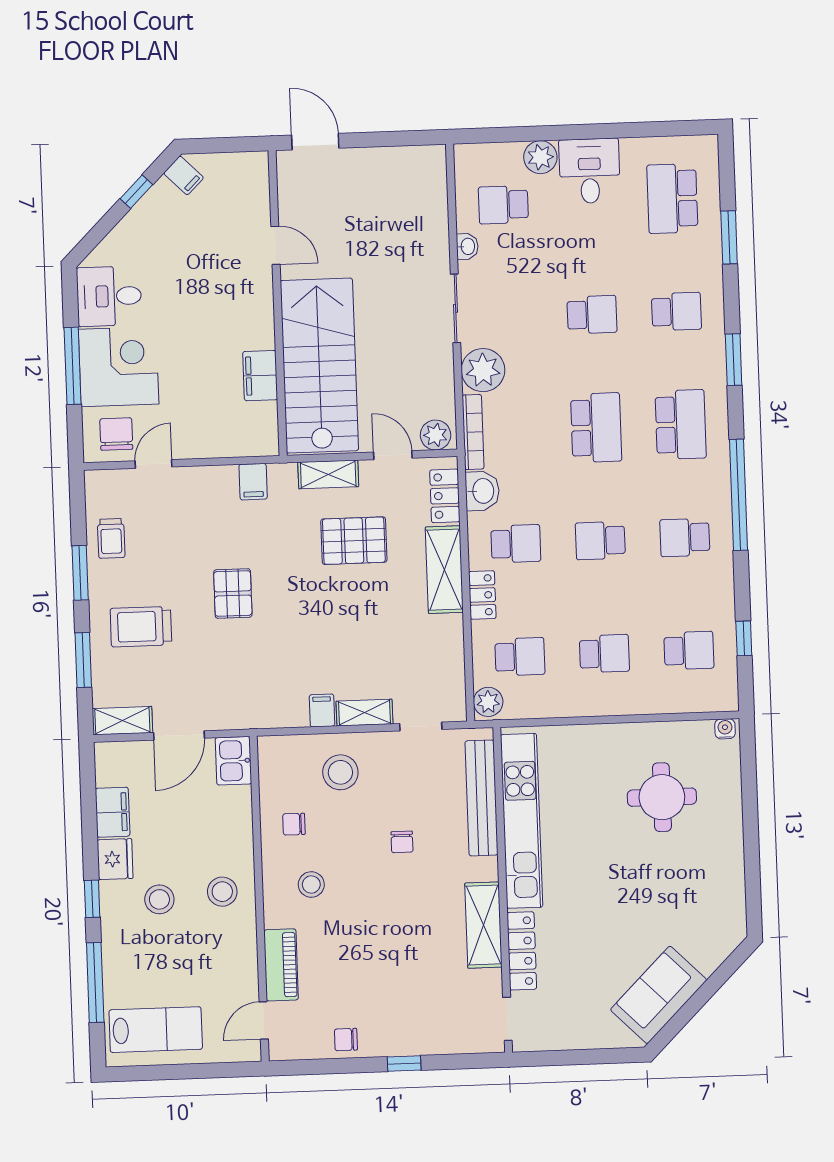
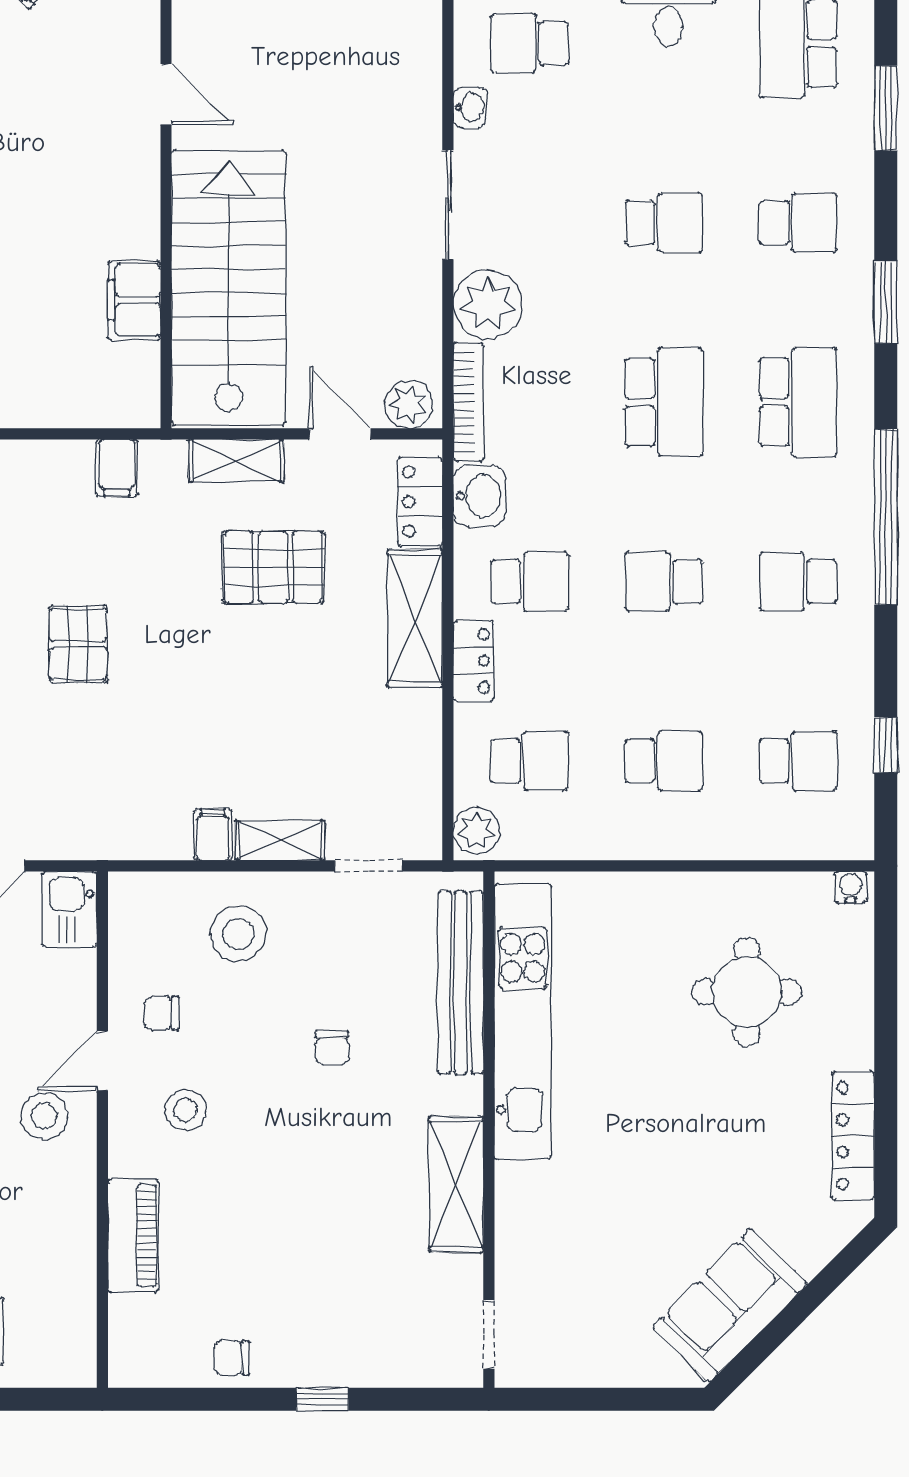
locker: (522, 951) -> (853, 1136), moved, turned 180
door: (264, 1020) -> (102, 1061), moved

